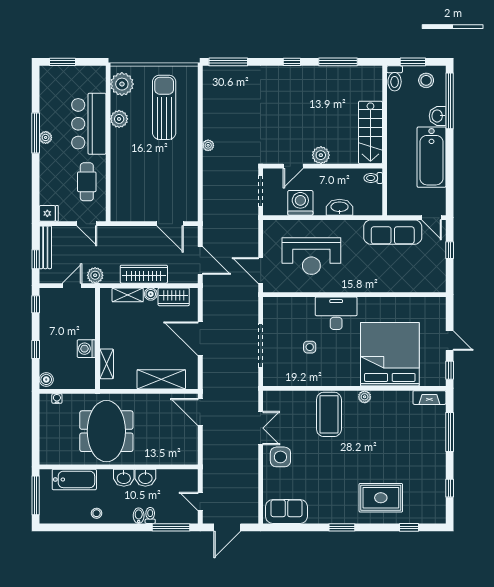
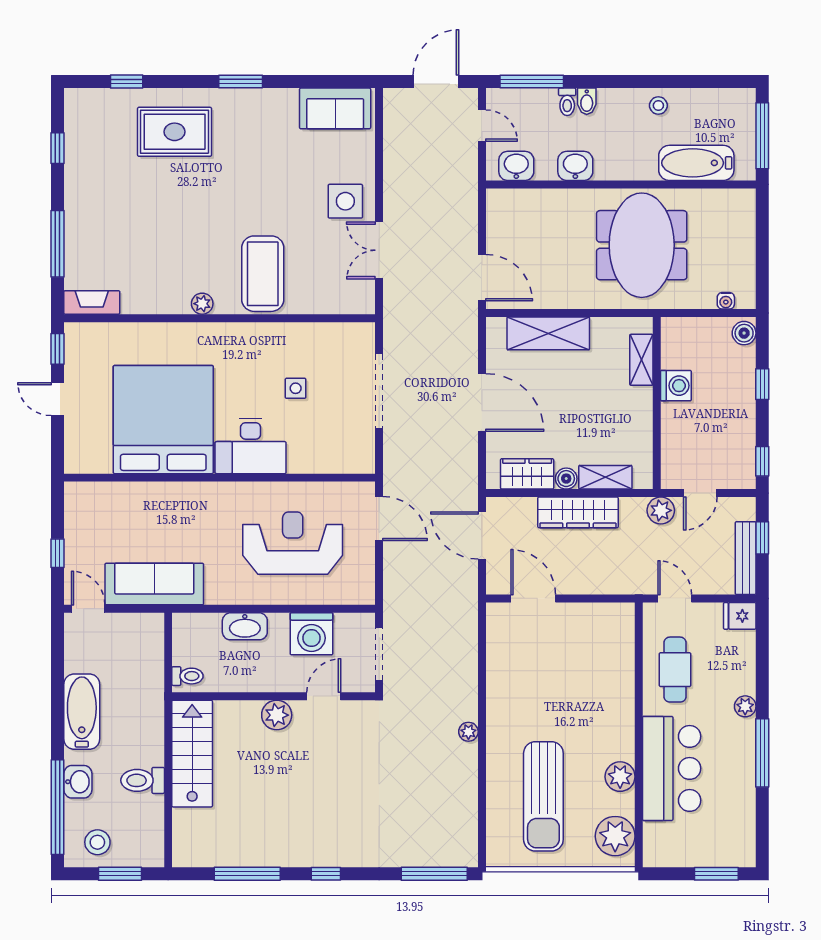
toilet: (395, 78) -> (143, 780), moved, turned -90
plant: (46, 137) -> (745, 706), moved
bathtub: (431, 157) -> (82, 712), width x0.73, depth x0.73
bed: (390, 354) -> (163, 420), moved, turned 180
washbasin: (124, 478) -> (516, 166), moved

